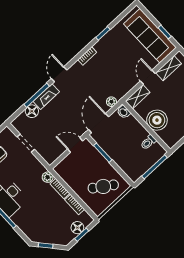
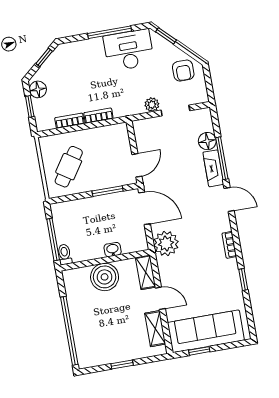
plant: (111, 102) -> (166, 243), width x1.88, depth x1.88
washbasin: (124, 112) -> (113, 250), moved
toilet: (148, 142) -> (65, 254), moved
plant: (48, 177) -> (152, 105), moved
floor lamp: (77, 228) -> (38, 89), moved

